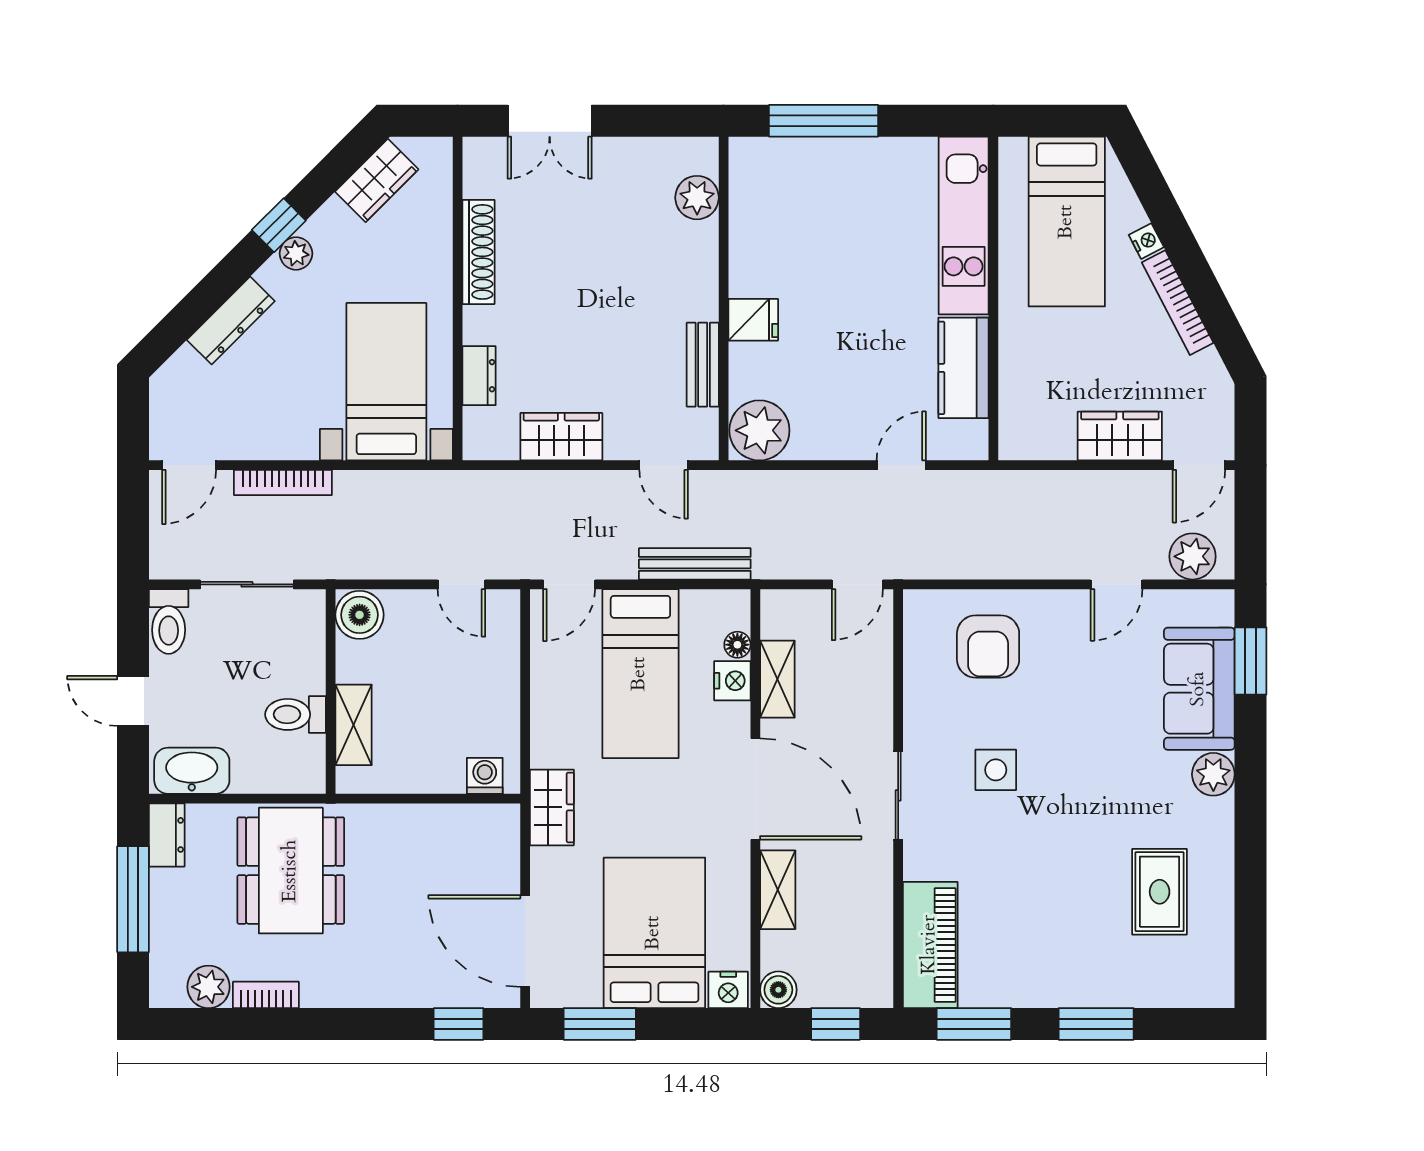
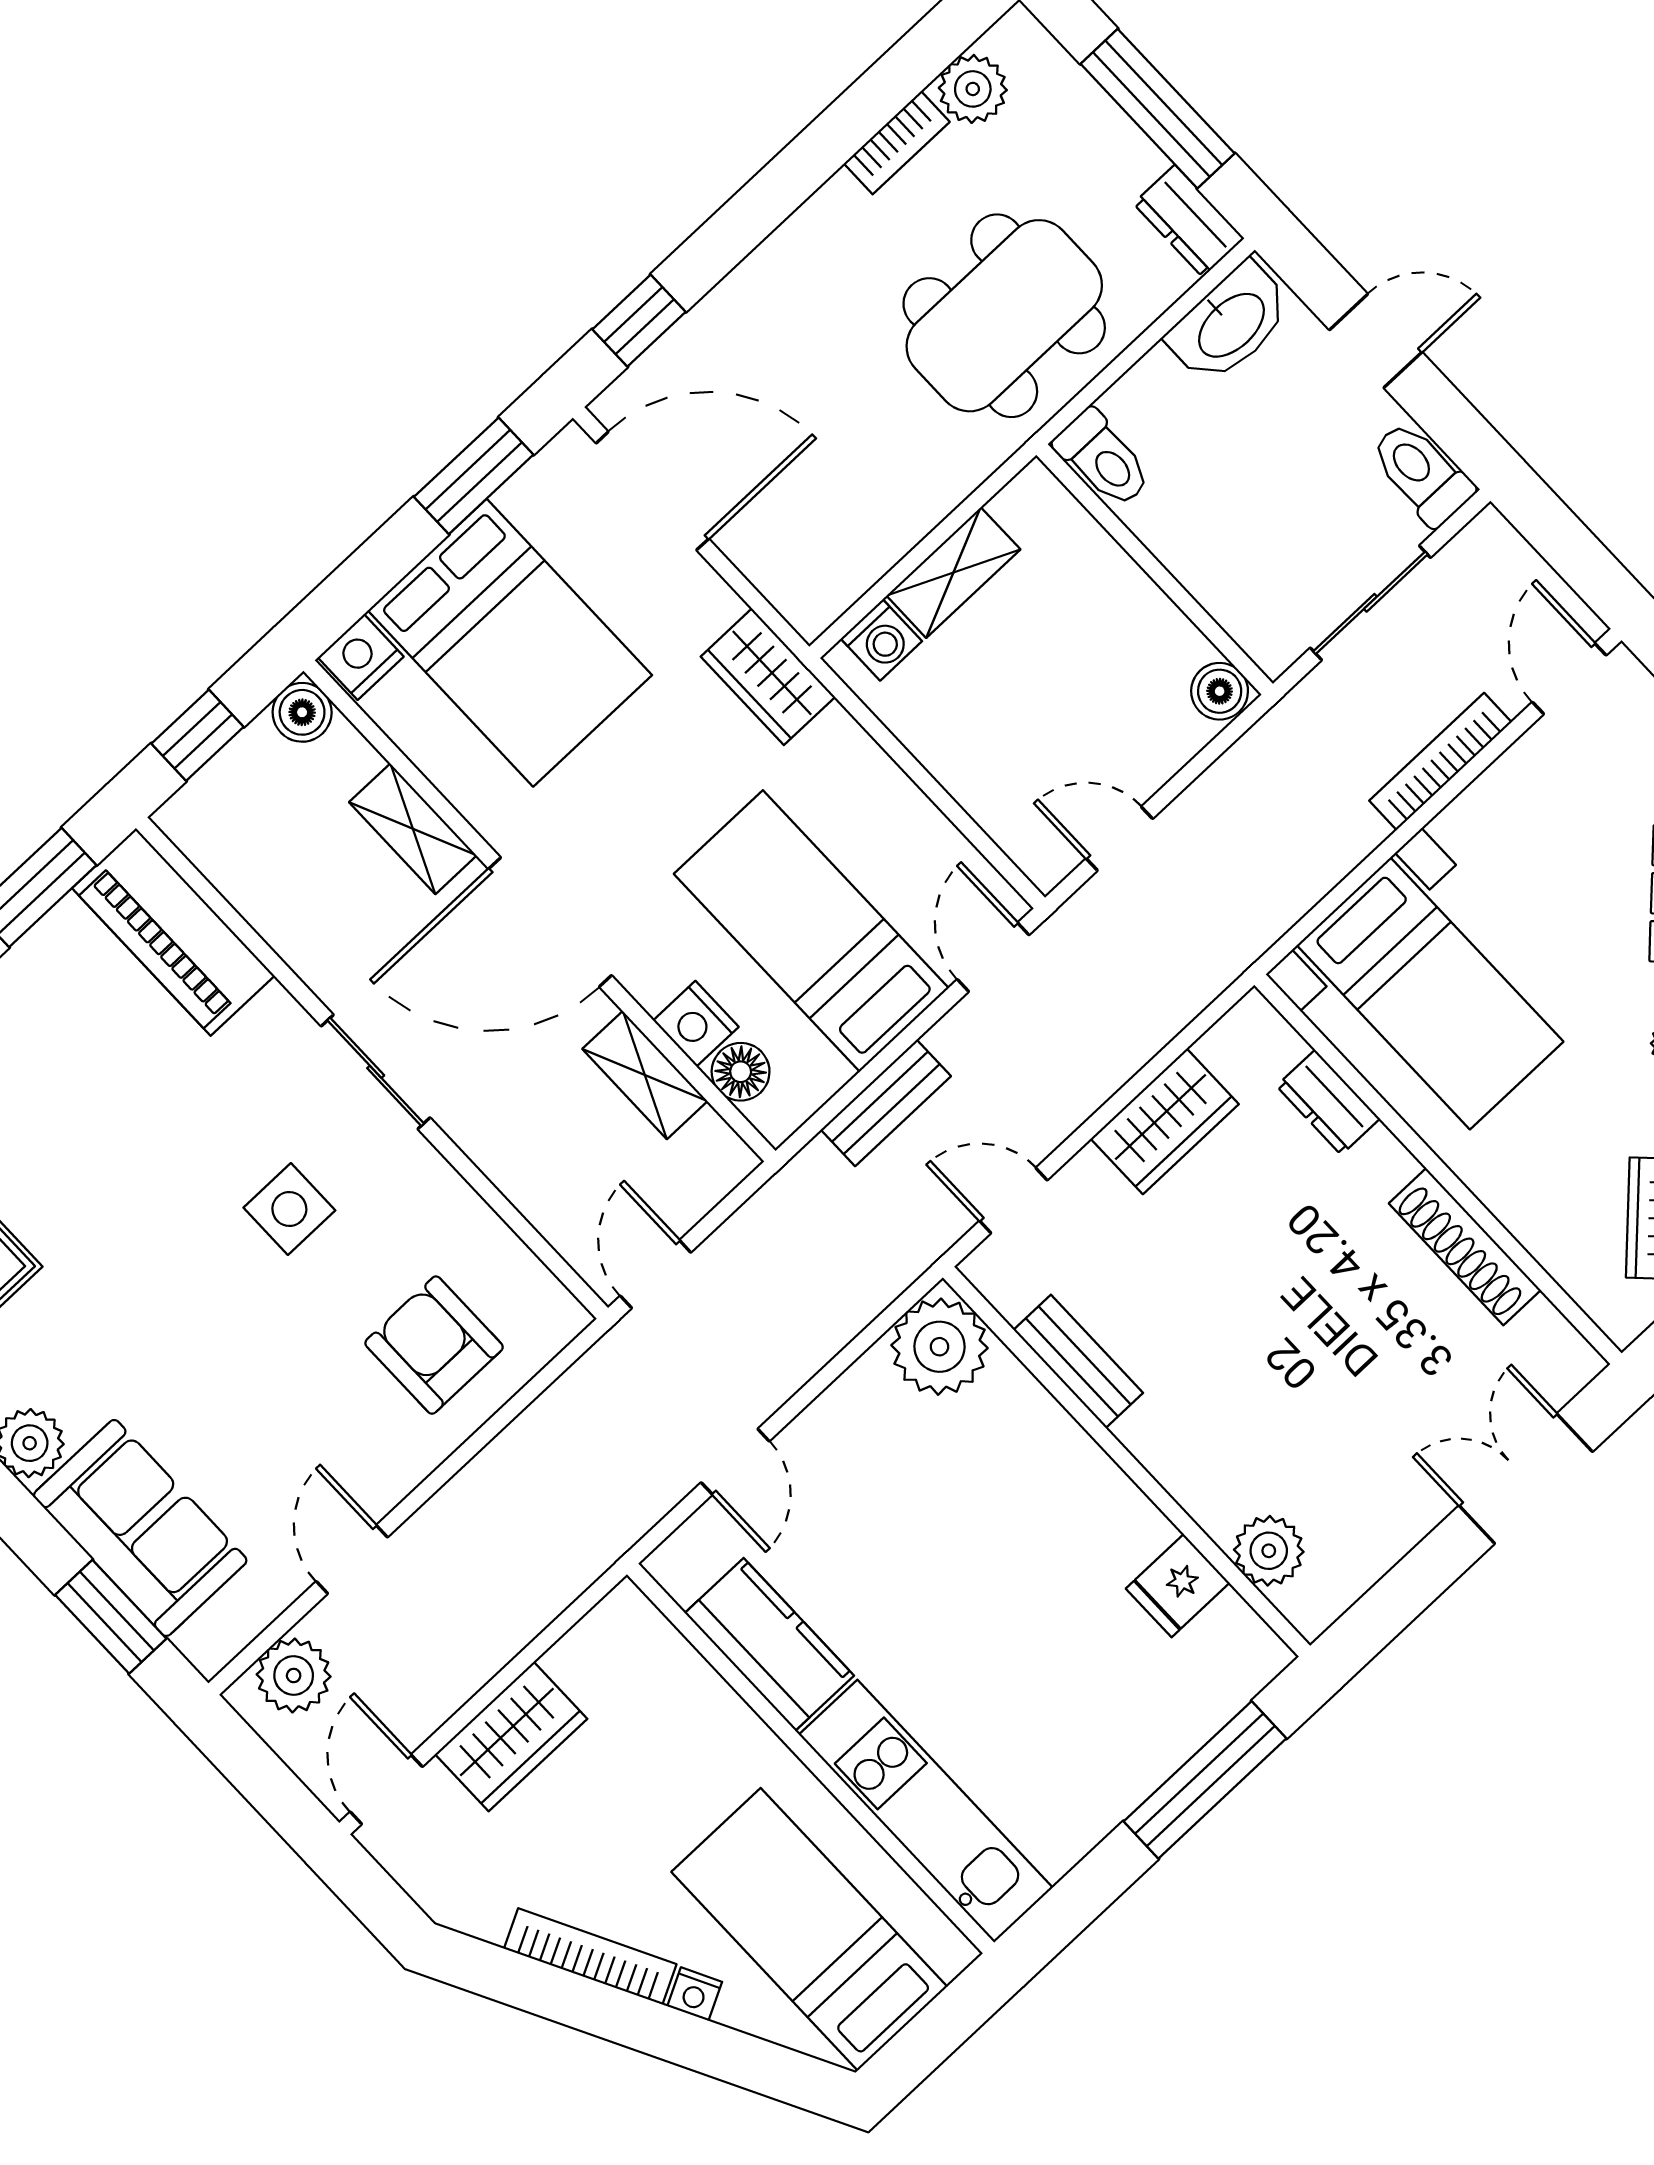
fridge: (753, 320) -> (1178, 1586), moved
bench: (695, 564) -> (886, 1103), width x0.73
boiler: (360, 615) -> (1220, 691), width x0.73, depth x0.73
floor lamp: (737, 645) -> (741, 1072), width x1.37, depth x1.37
toilet: (296, 714) -> (1103, 459), moved, turned 90
shelving: (354, 725) -> (953, 573), moved, turned 90
dining table: (291, 871) -> (1004, 316), turned 90

